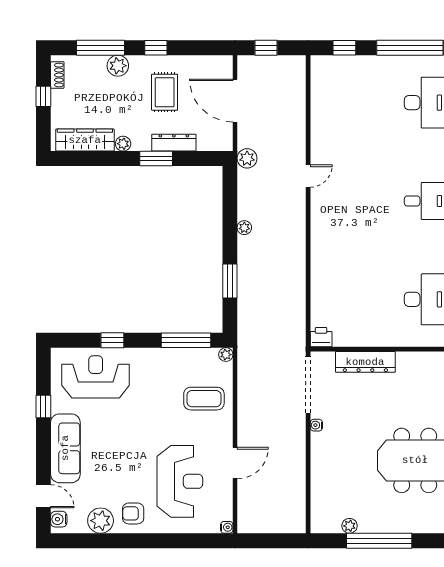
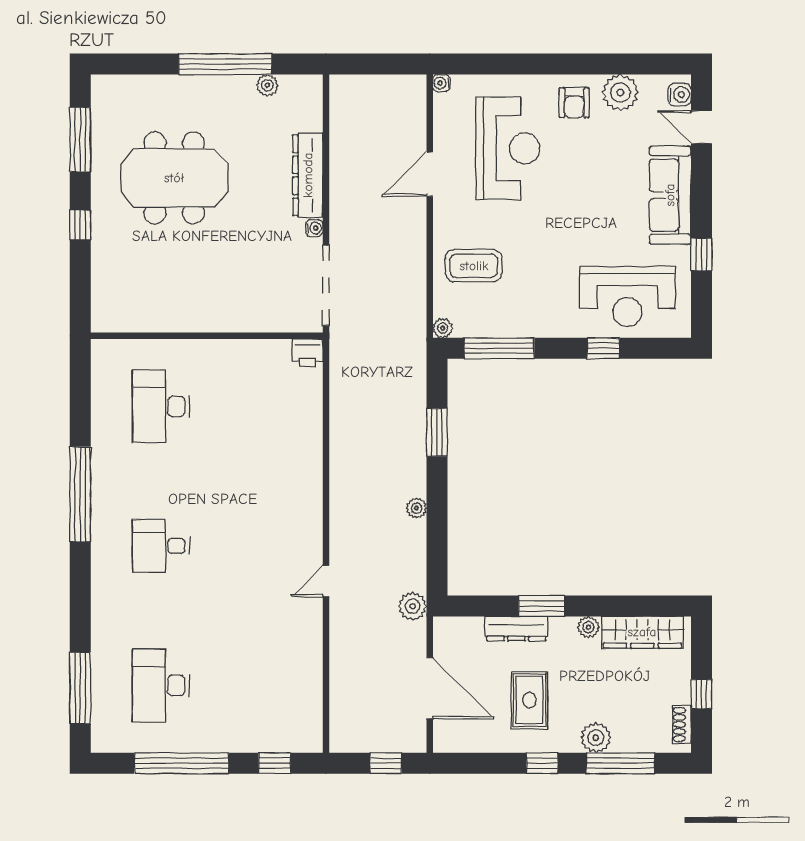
dresser: (365, 362) -> (308, 175), moved, turned -90
reception desk: (180, 481) -> (508, 148), turned 180
armchair: (133, 513) -> (574, 103), turned 90

